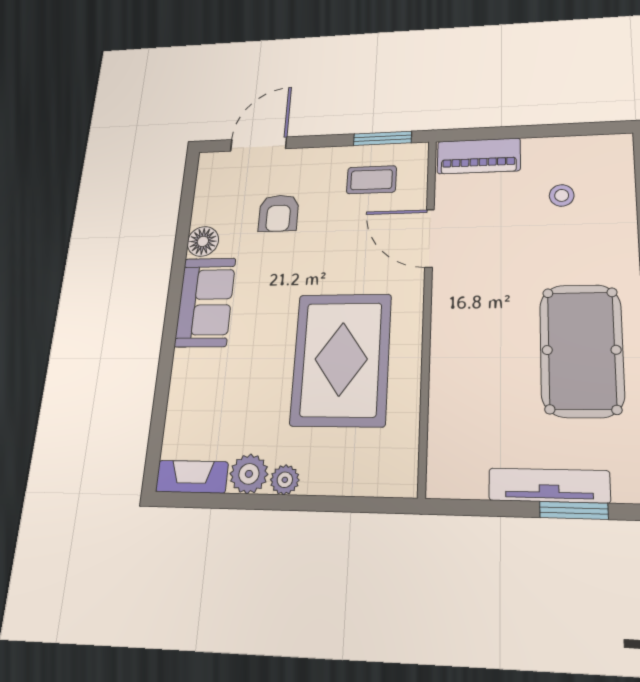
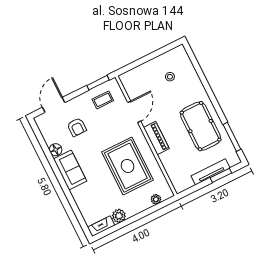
piano: (479, 156) -> (156, 138), moved, turned -90
door: (429, 238) -> (134, 112), swing flipped
plant: (285, 480) -> (156, 199), moved

